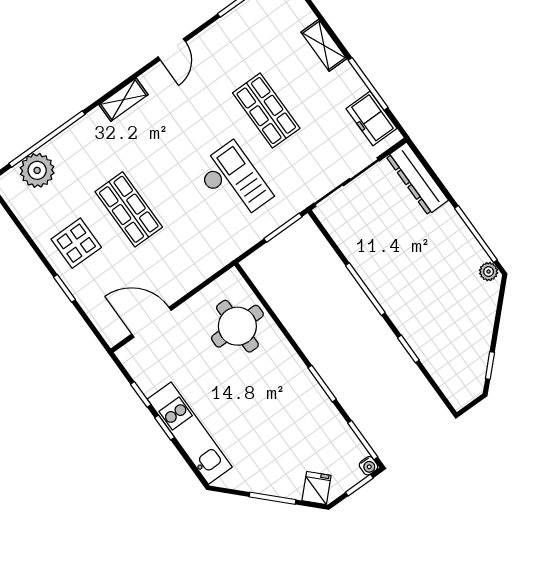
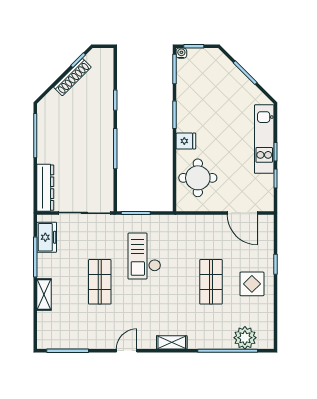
plant: (489, 272) -> (43, 111), removed
shoe rack: (482, 339) -> (72, 77), added
fridge: (316, 488) -> (186, 141), moved, turned -135

